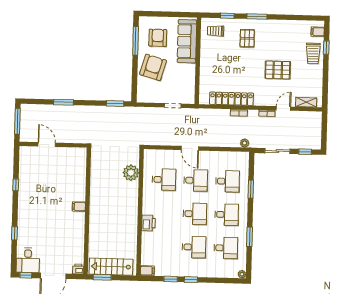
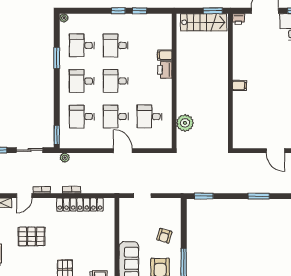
armchair: (153, 67) -> (164, 236), width x0.53, depth x0.53
window: (251, 189) -> (57, 135), moved
filing cabinet: (147, 271) -> (165, 55), moved

